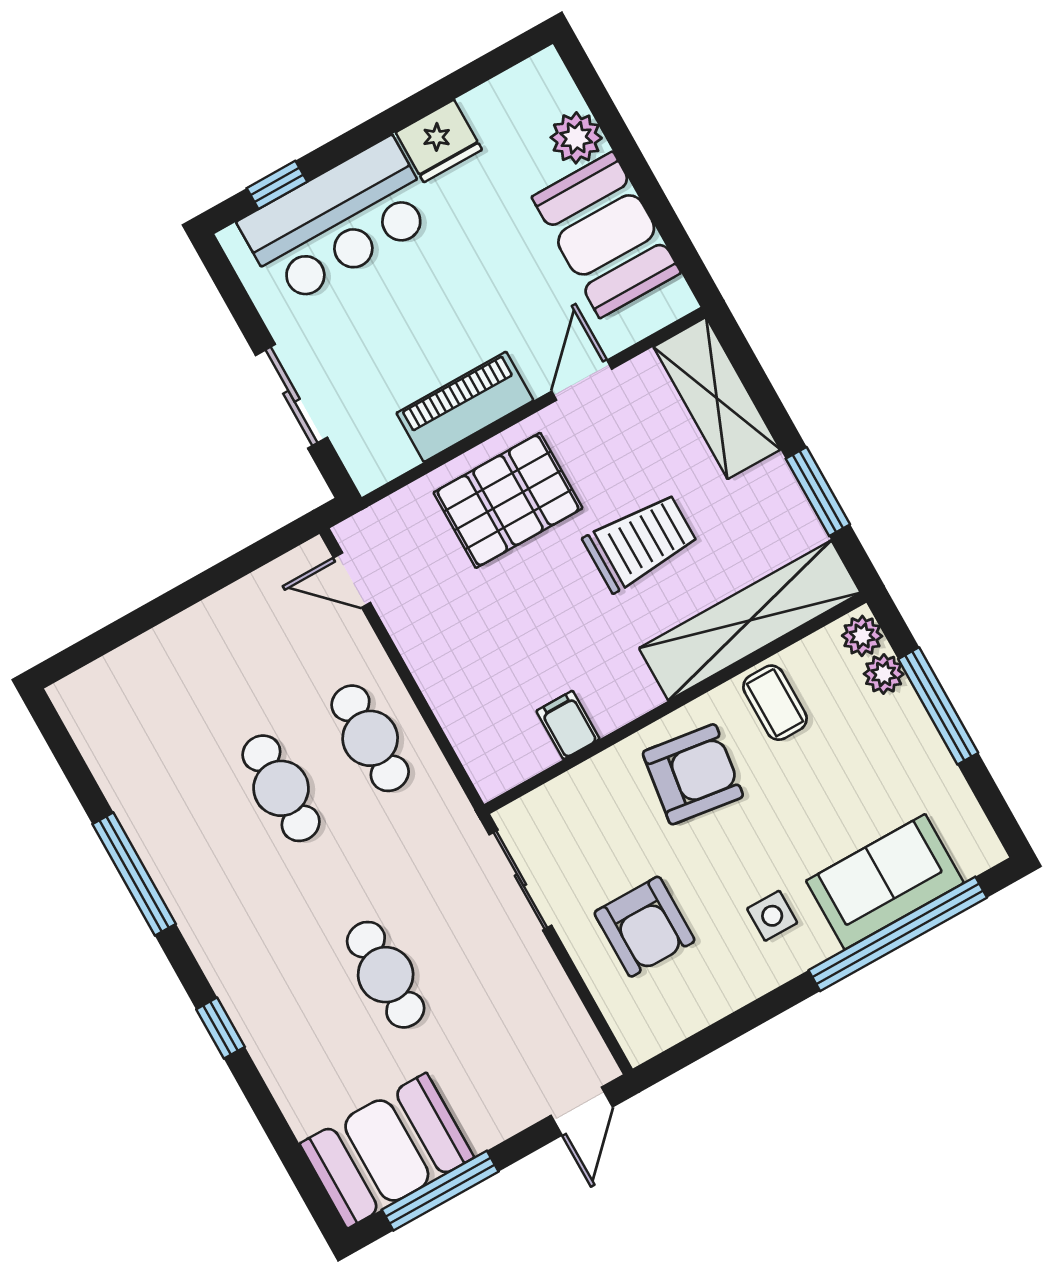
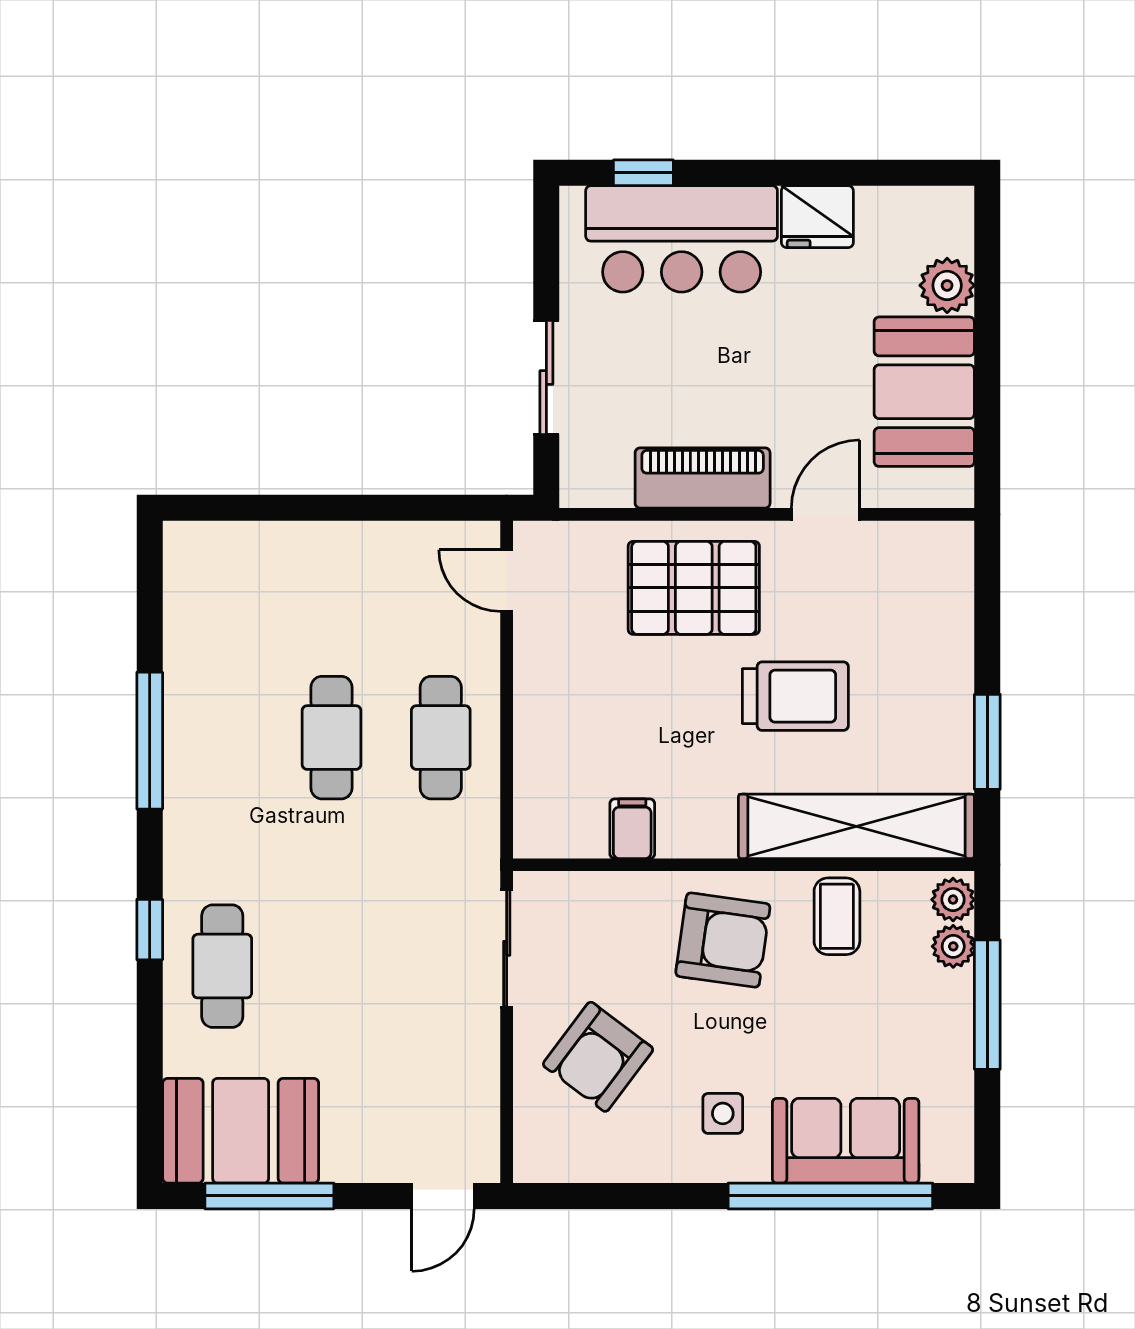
shelving: (717, 398) -> (942, 602), removed
armchair: (644, 927) -> (598, 1057), turned 37
cafe table: (386, 975) -> (222, 966), moved

